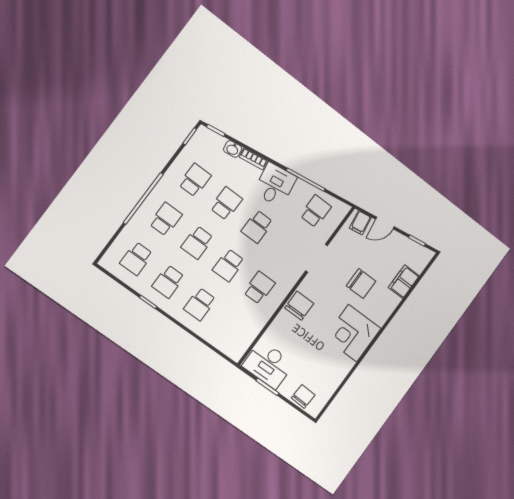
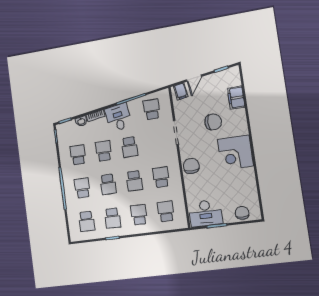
school desk: (200, 304) -> (139, 215), turned 180
school desk: (231, 326) -> (166, 211), added

